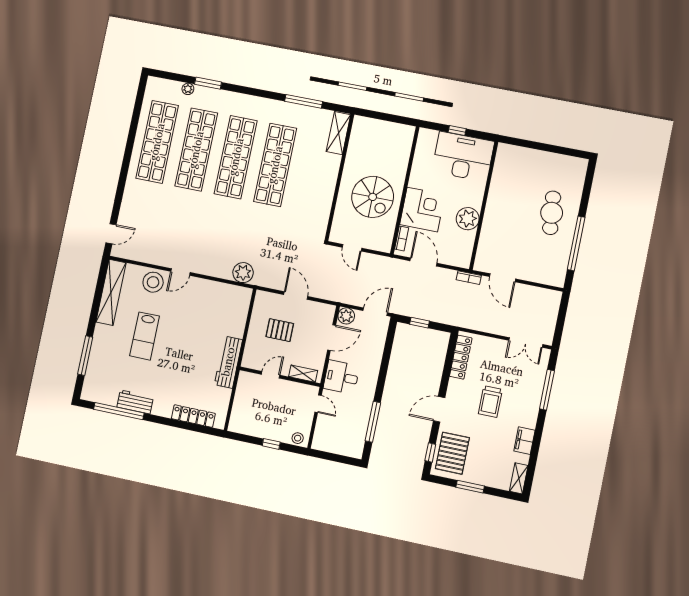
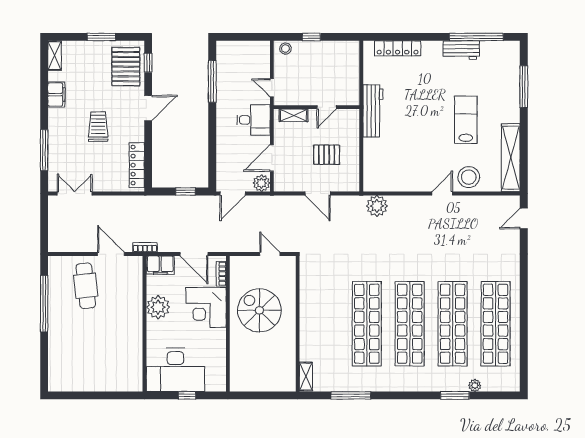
shelving: (338, 133) -> (306, 377), width x0.67, depth x0.75
cafe table: (552, 213) -> (86, 286), moved
filing cabinet: (458, 258) -> (160, 265), added

